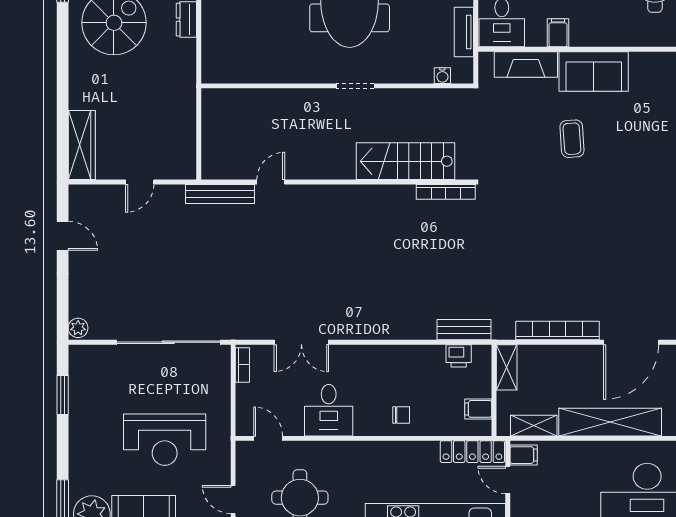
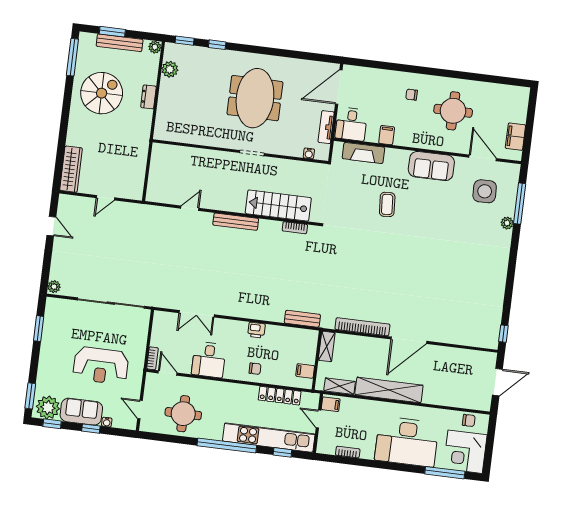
sofa: (594, 71) -> (431, 166), moved
bookcase: (446, 192) -> (295, 228), width x0.64
bench: (220, 194) -> (236, 222), moved
printer: (459, 356) -> (256, 330), moved
bookcase: (242, 365) -> (152, 358), moved
locker: (472, 452) -> (280, 396), moved

